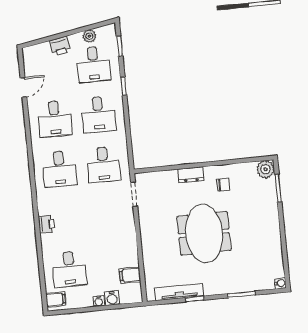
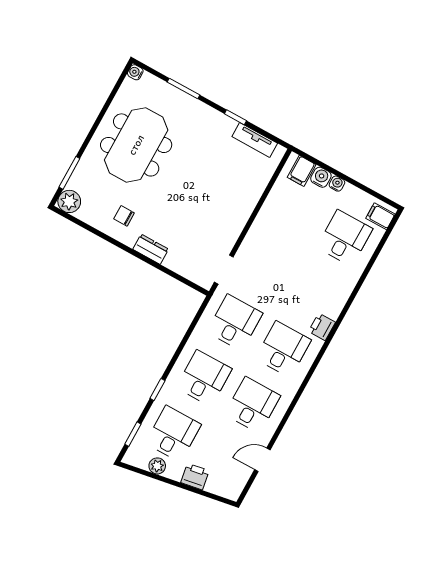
printer: (47, 224) -> (322, 327), moved
meeting table: (204, 233) -> (136, 145), moved
filing cabinet: (130, 275) -> (302, 171), moved, turned 90
tv unit: (179, 292) -> (255, 140), width x0.71

